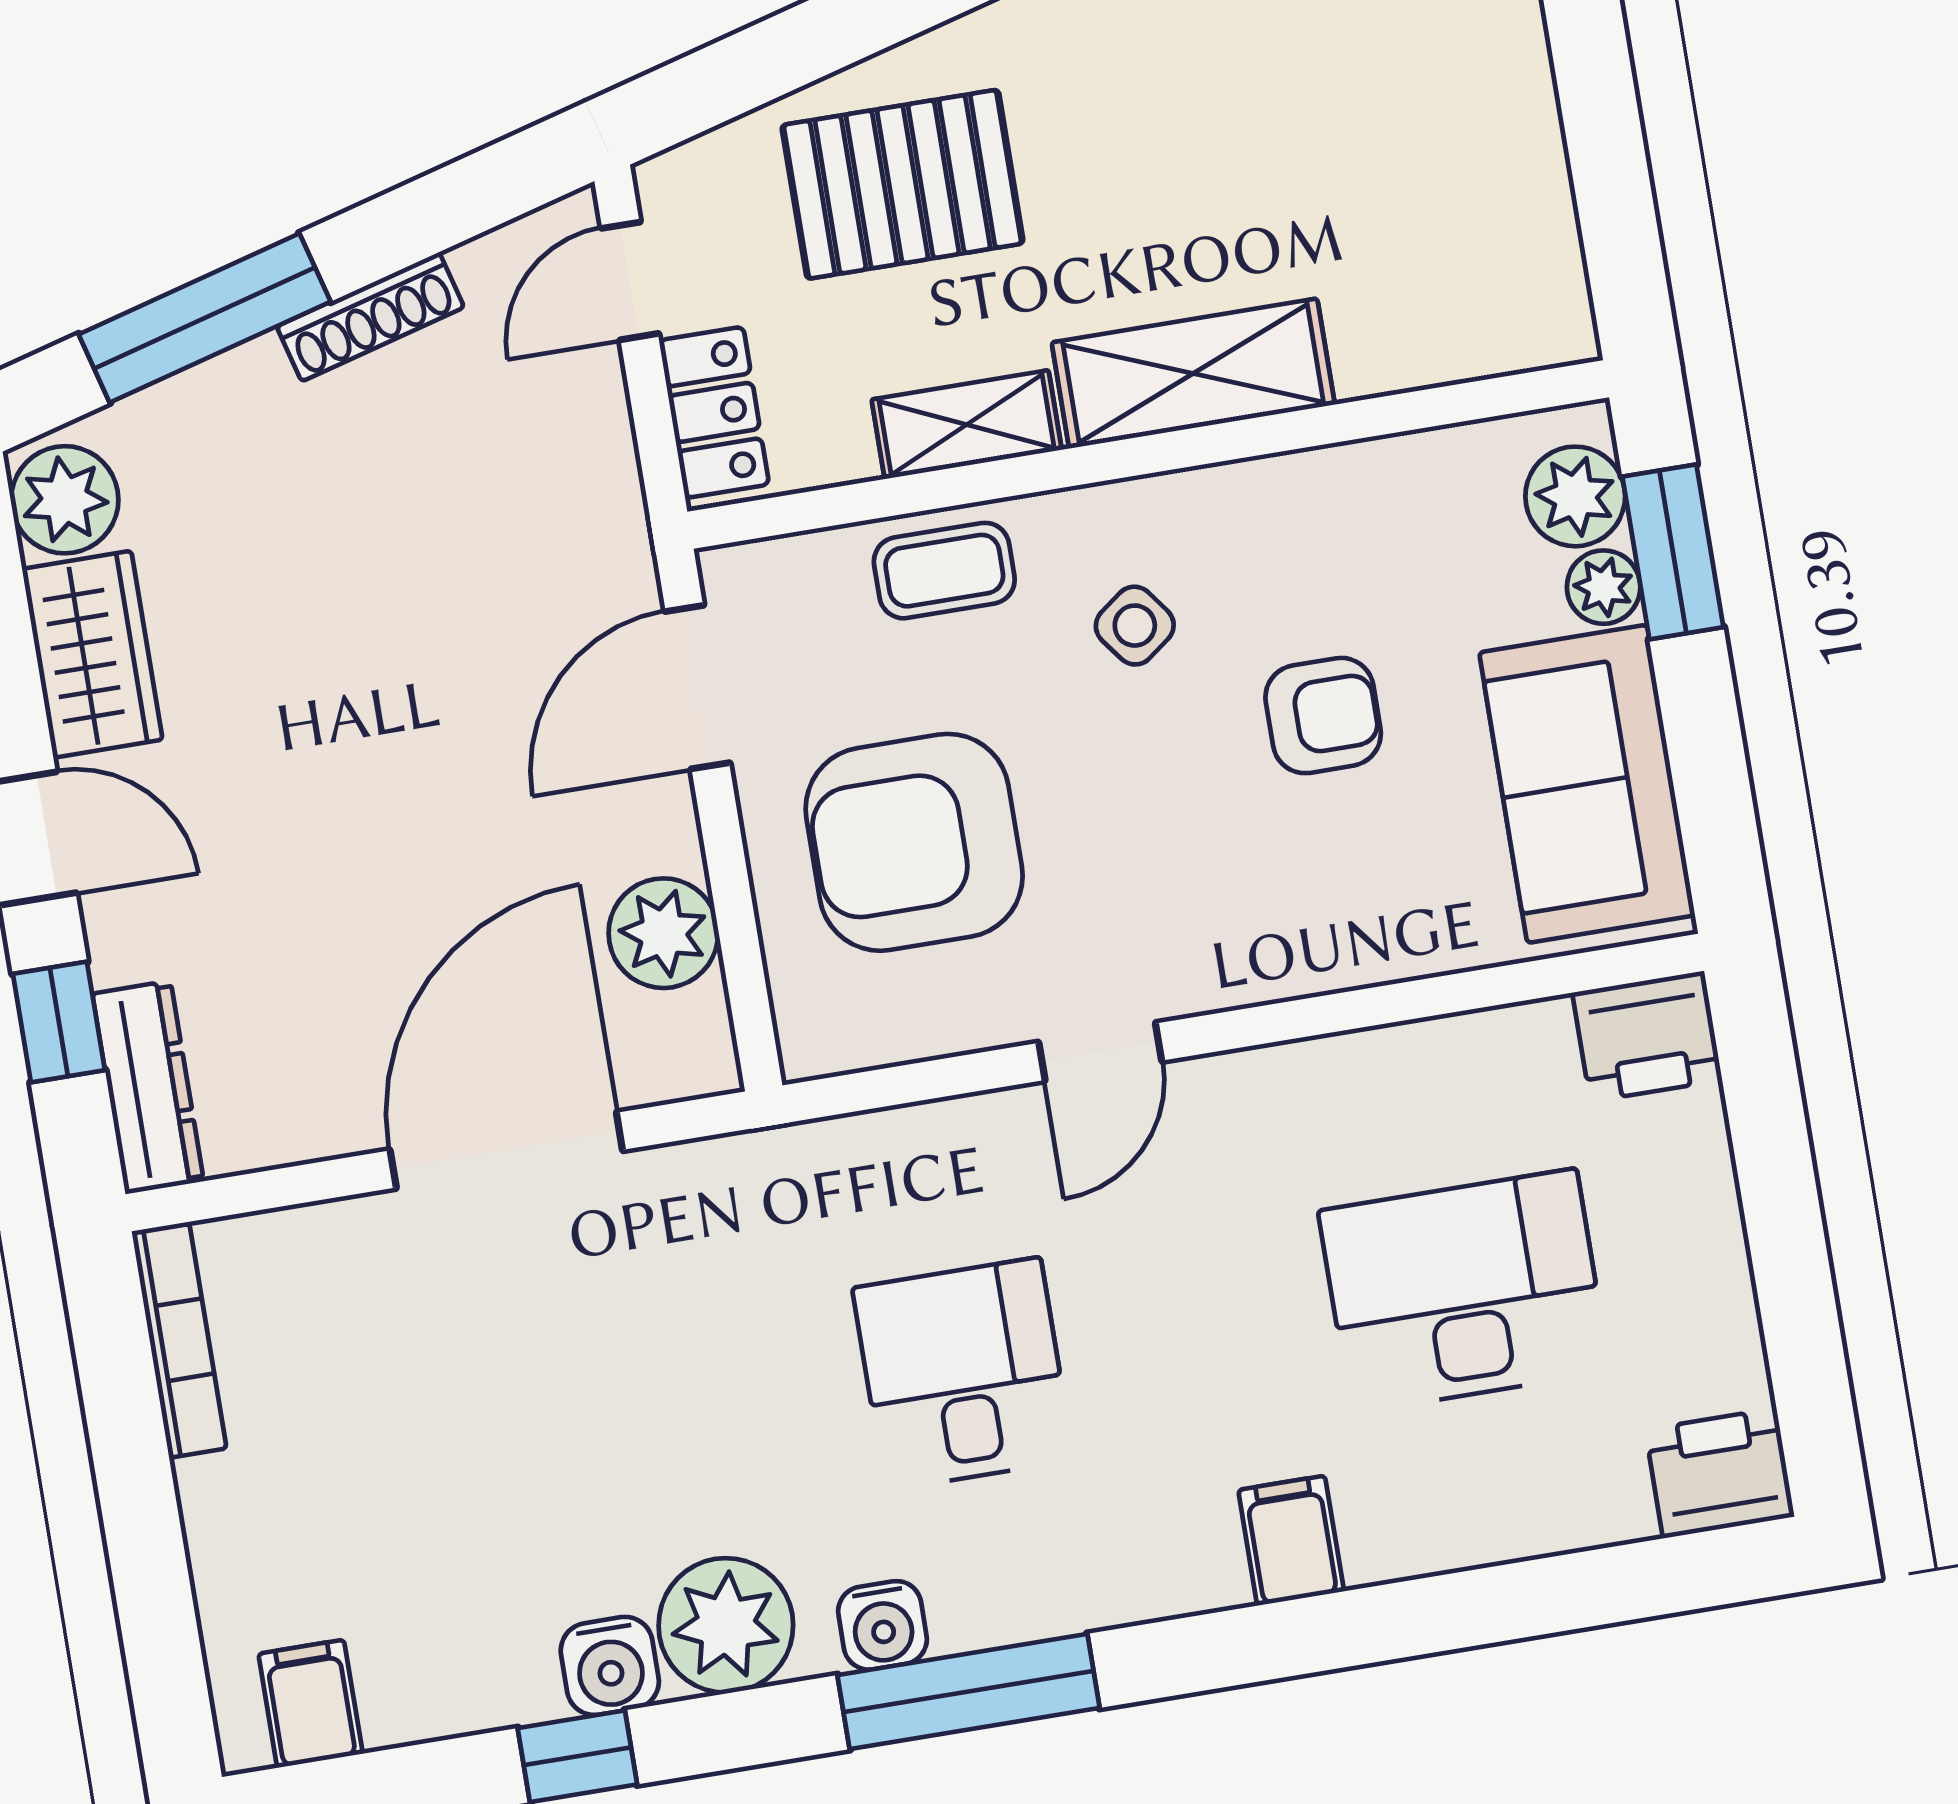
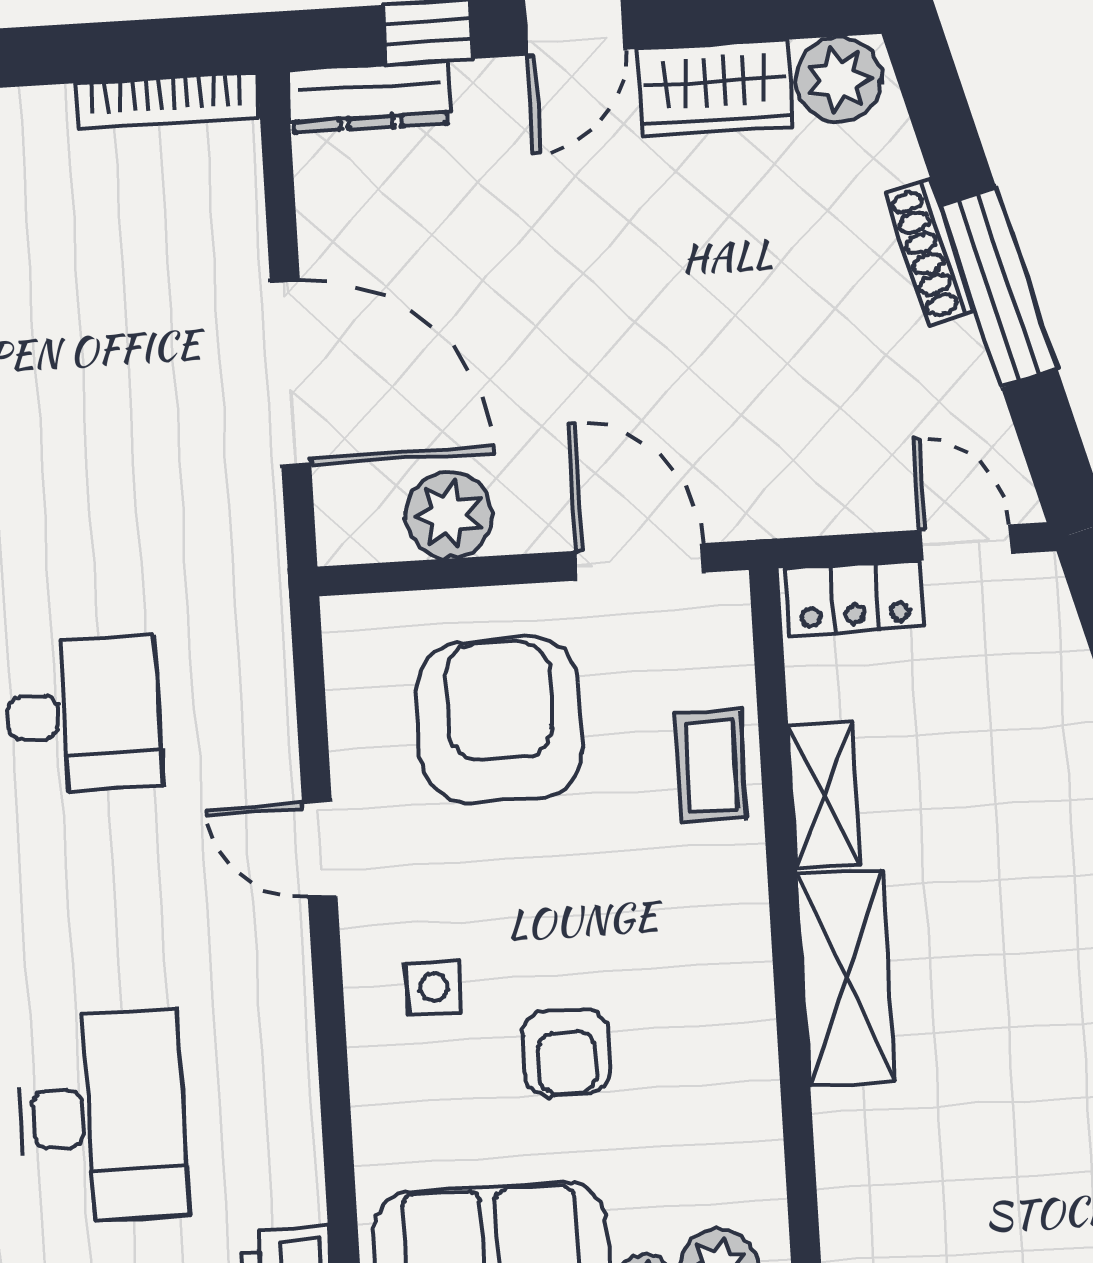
pallet: (903, 184) -> (1019, 764), removed
shoe rack: (370, 317) -> (930, 252), moved
window: (205, 318) -> (999, 287), moved
side table: (1135, 626) -> (434, 987), moved, turned 37

